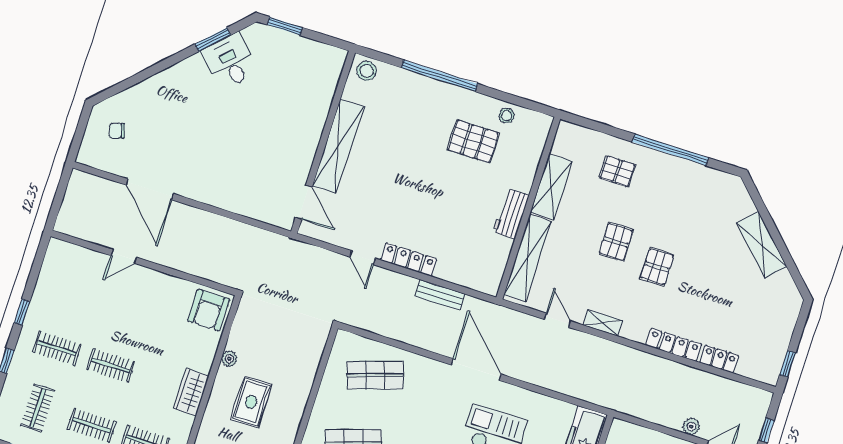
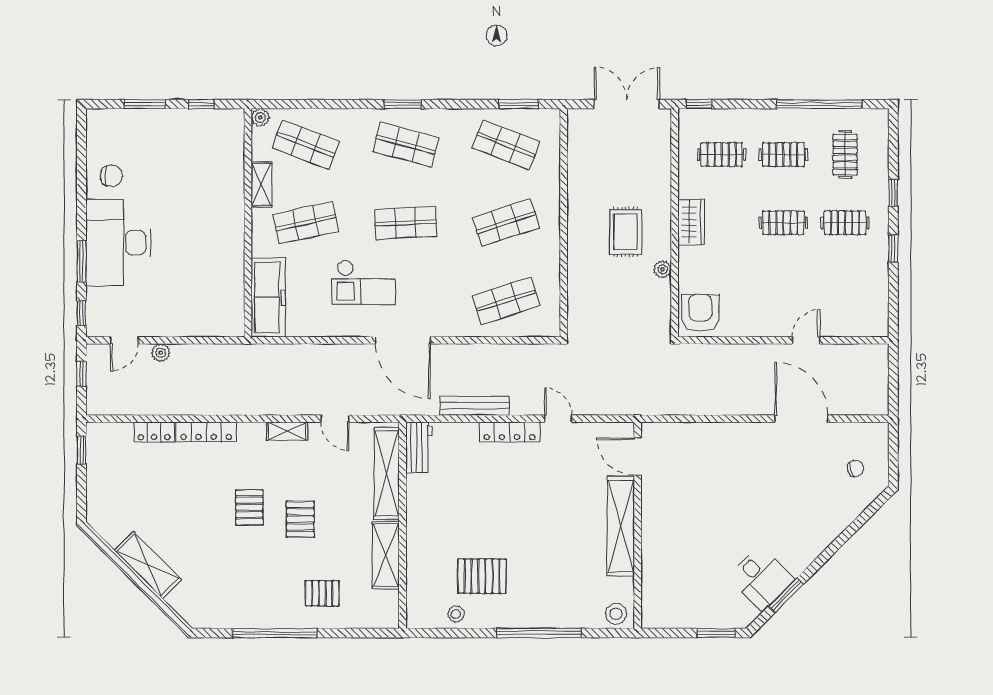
workbench: (511, 213) -> (419, 447), moved
bench: (440, 295) -> (474, 406), width x1.36

